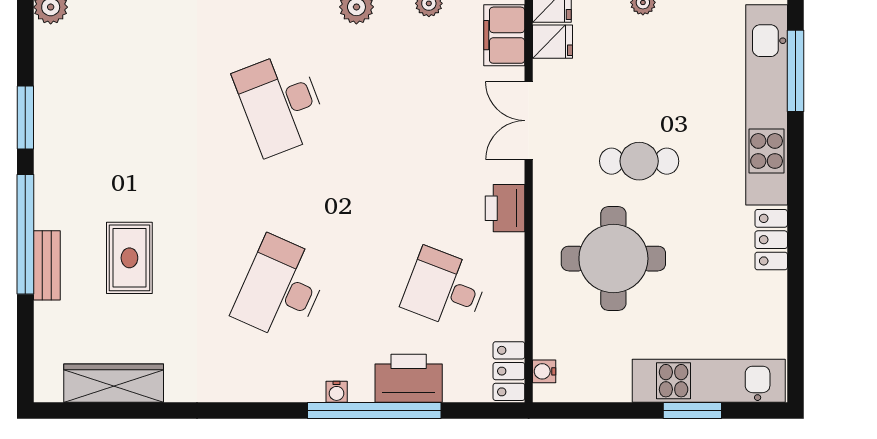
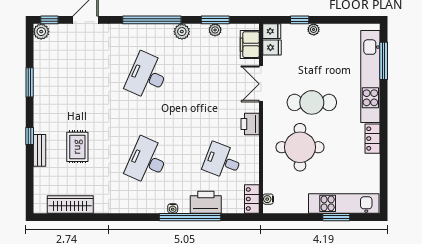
desk: (281, 104) -> (147, 76), turned 45
cafe table: (639, 161) -> (312, 102), width x1.37, depth x1.35
window: (25, 234) -> (30, 136), width x0.32

